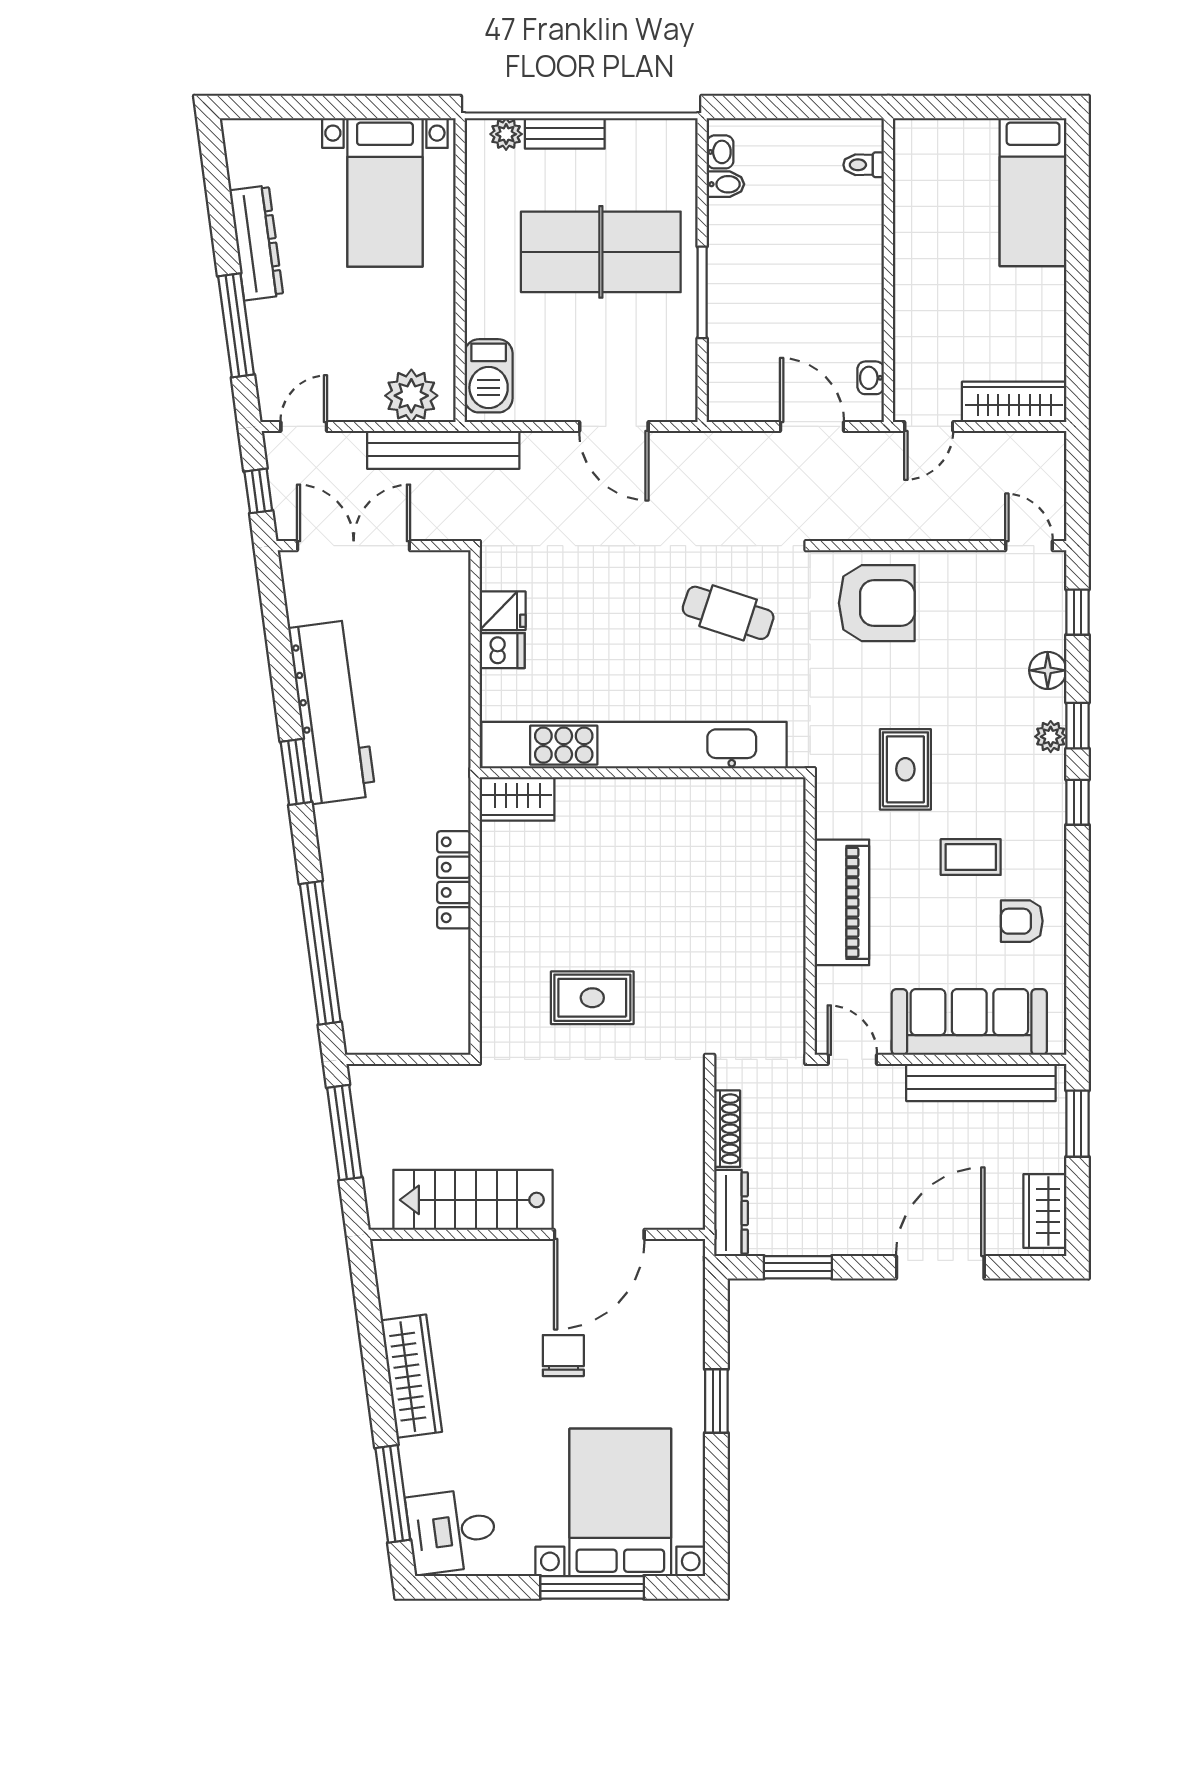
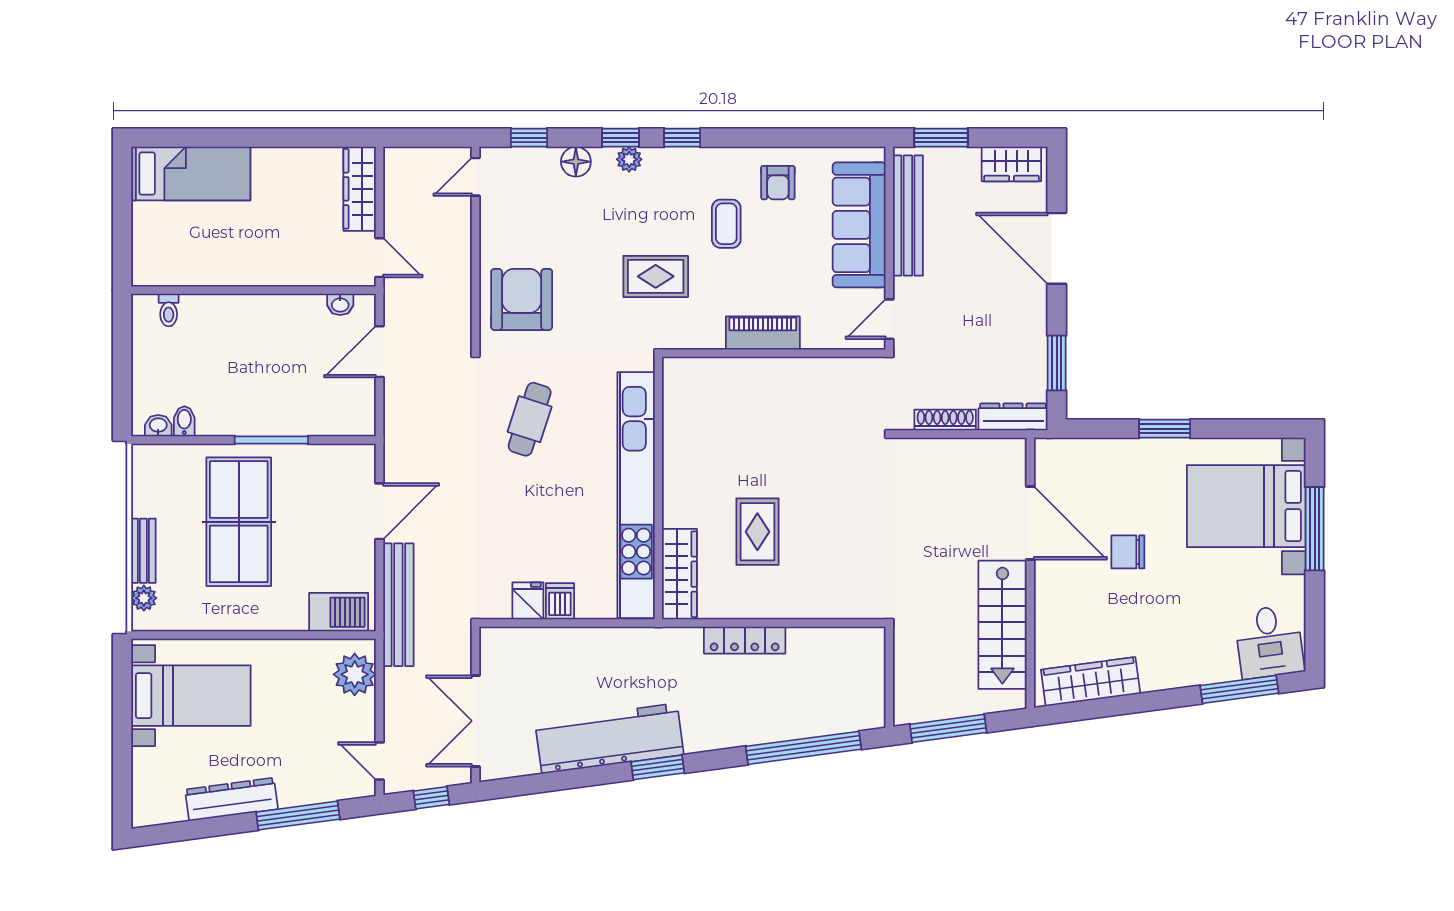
bench: (443, 450) -> (398, 605), moved
wardrobe: (517, 799) -> (679, 574), width x1.50
piano: (842, 902) -> (763, 333), width x0.73, depth x0.75
rug: (592, 998) -> (757, 532), moved
wardrobe: (411, 1376) -> (1091, 682), moved

